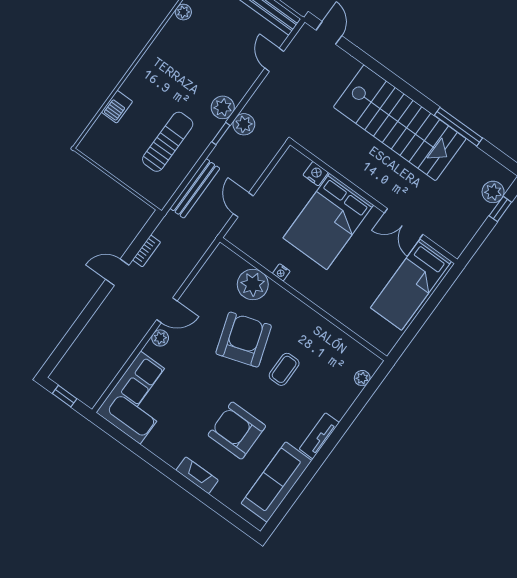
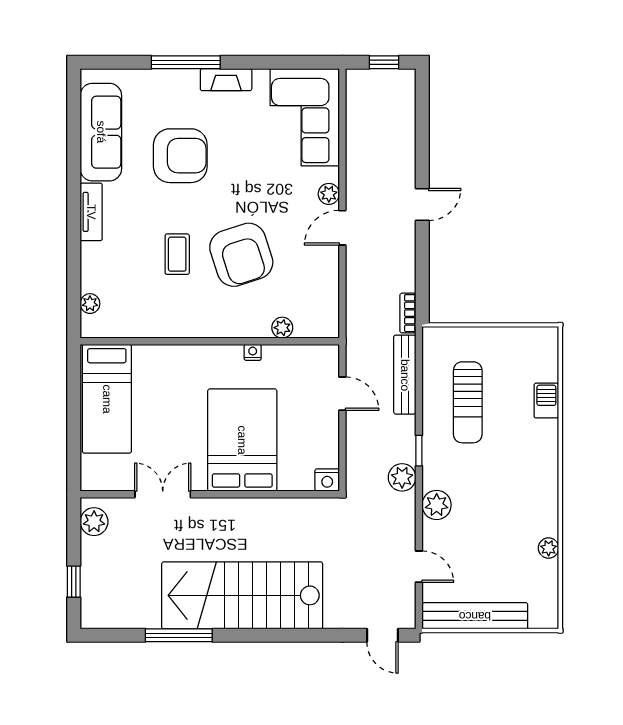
plant: (223, 107) -> (437, 505), moved
nightstand: (316, 174) -> (327, 480), moved
plant: (493, 192) -> (94, 522), moved
bookcase: (147, 251) -> (408, 313), moved
door: (117, 272) -> (422, 205), moved
plant: (253, 284) -> (282, 328), width x0.53, depth x0.53
bed: (411, 285) -> (107, 399), moved, turned 180
fireplace: (197, 475) -> (226, 80), moved
window: (190, 487) -> (186, 62), added

